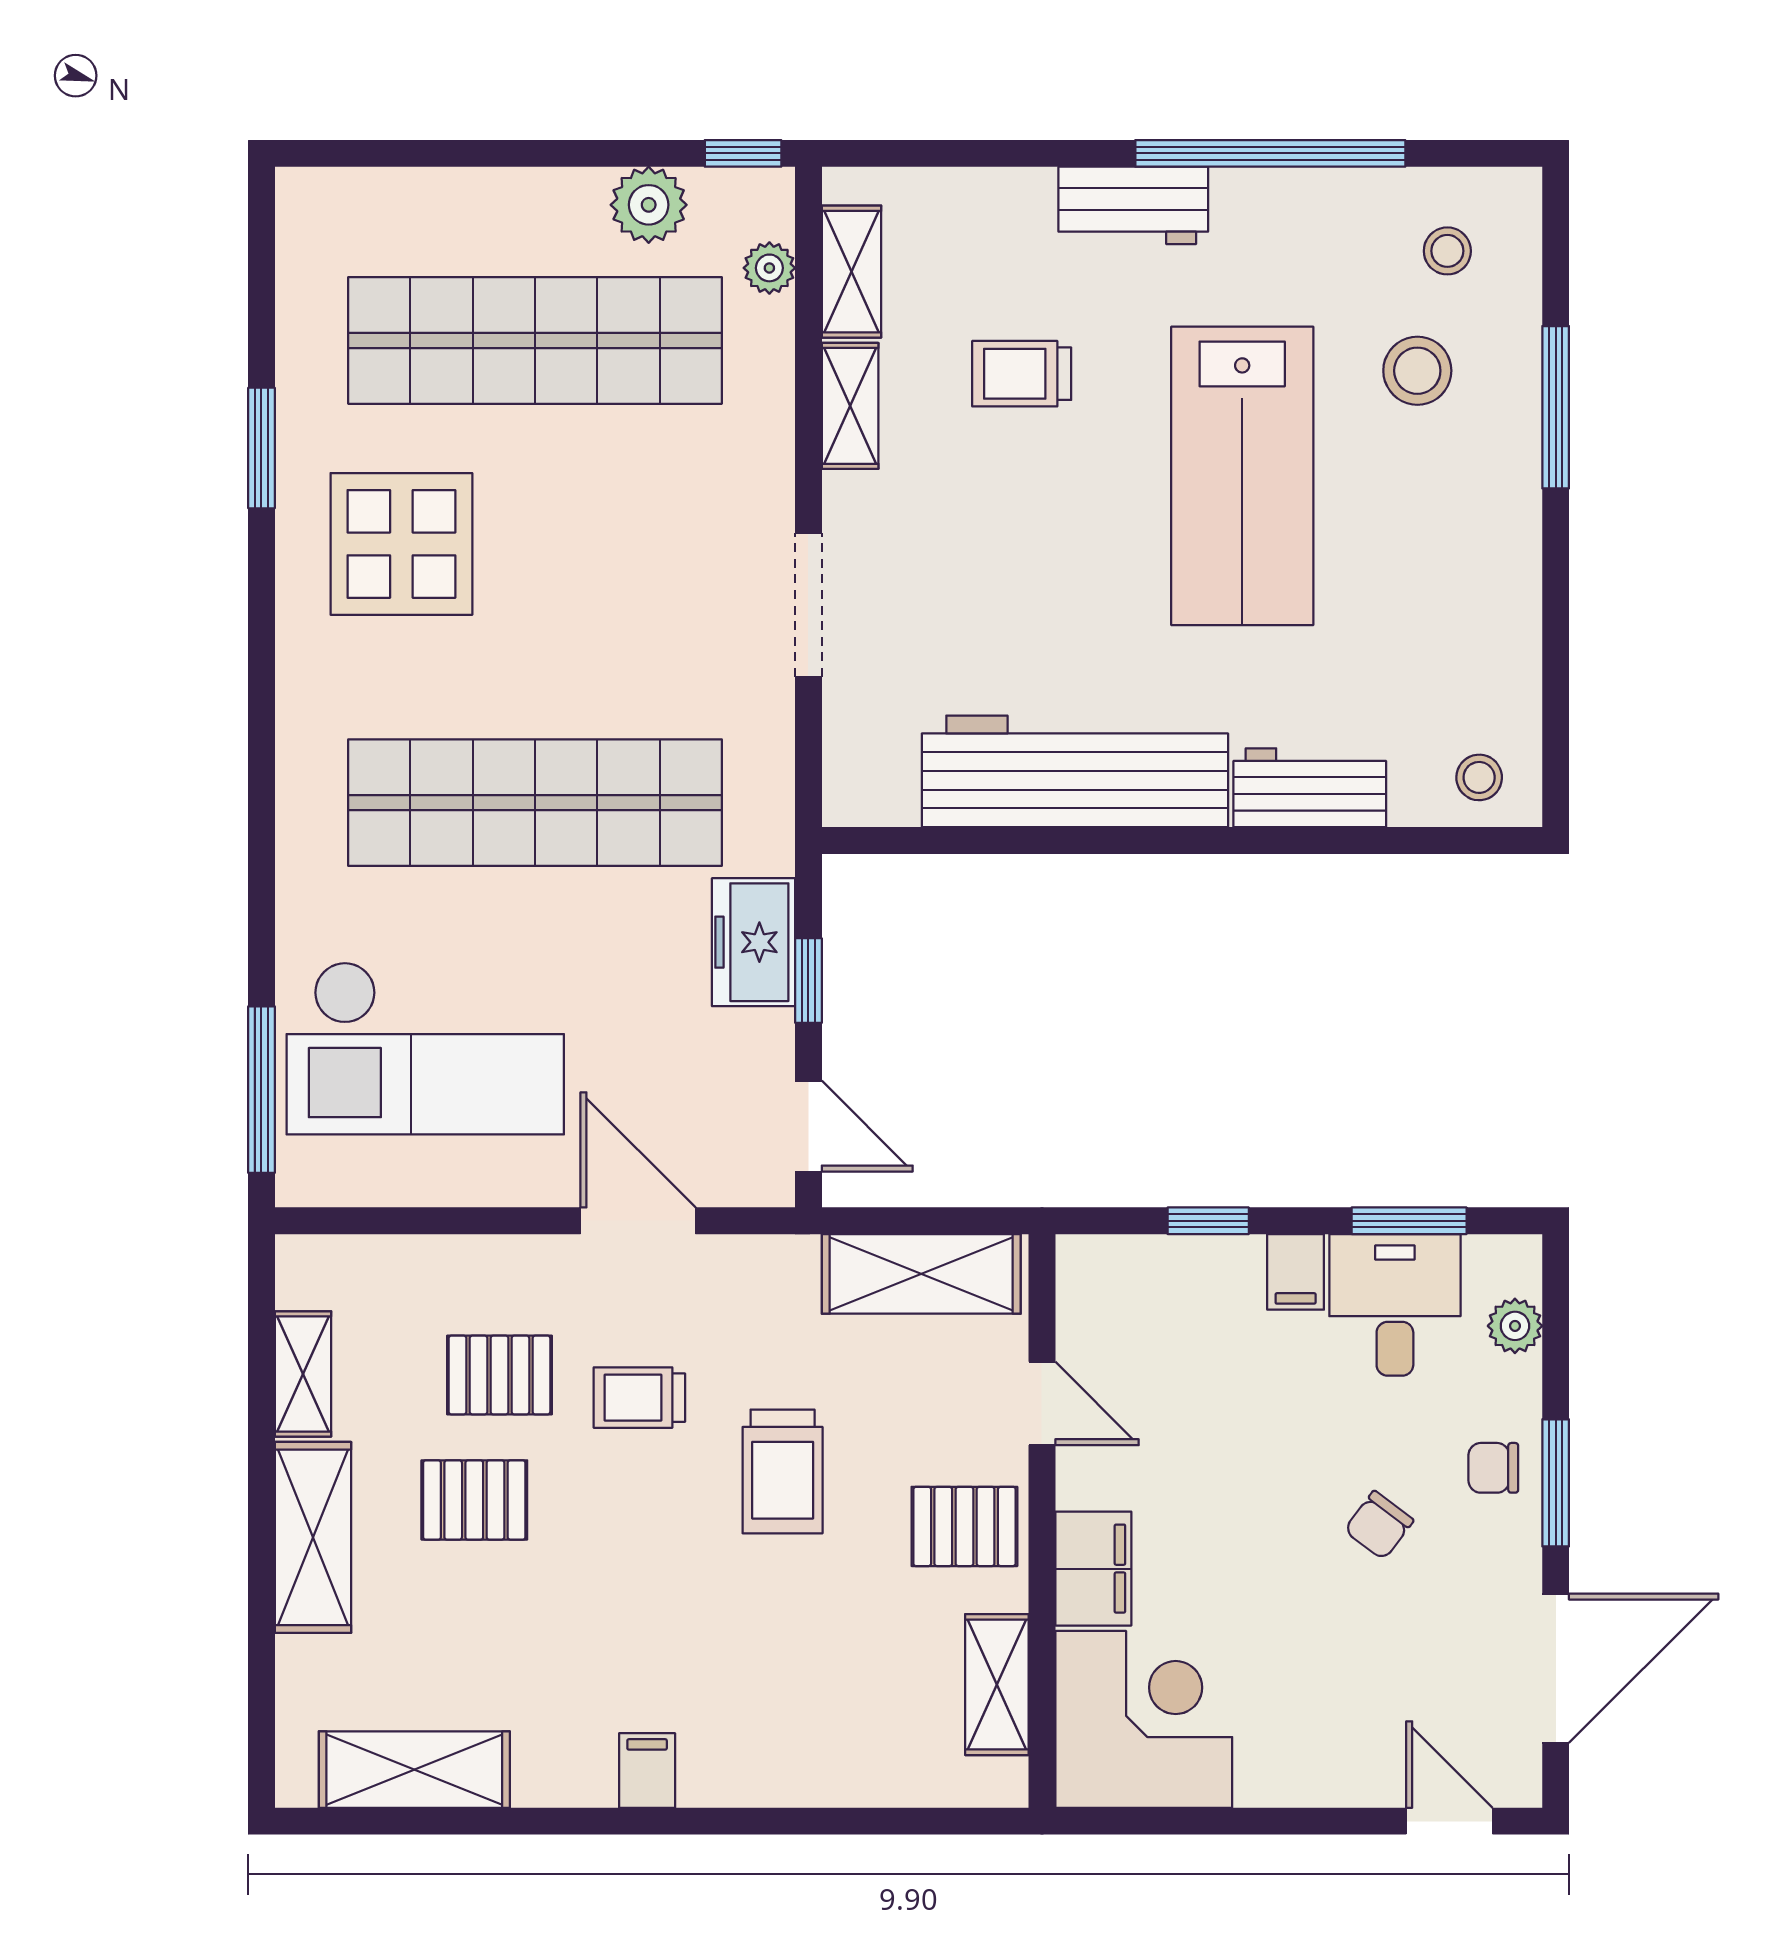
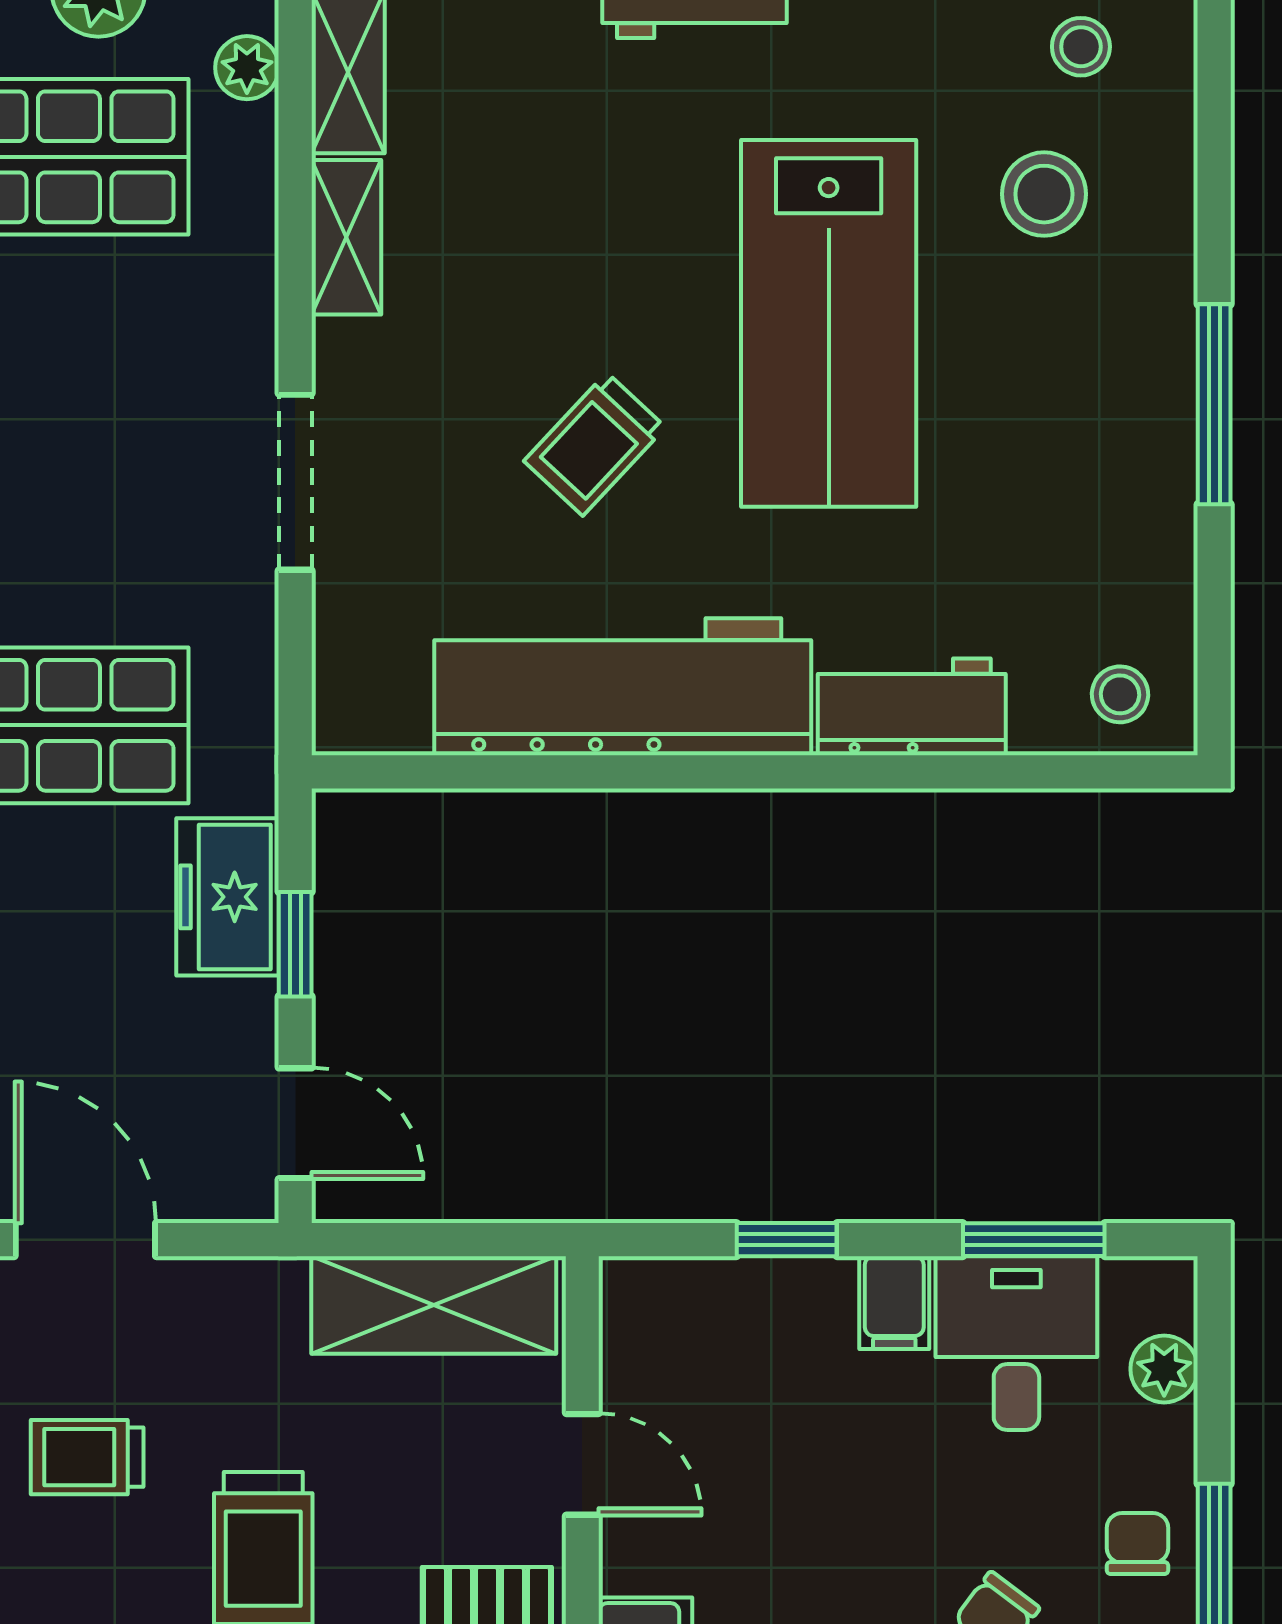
trolley: (1022, 374) -> (595, 444), moved, turned -47
window: (1556, 407) -> (1214, 404), moved
chair: (1493, 1468) -> (1137, 1544), turned 90

